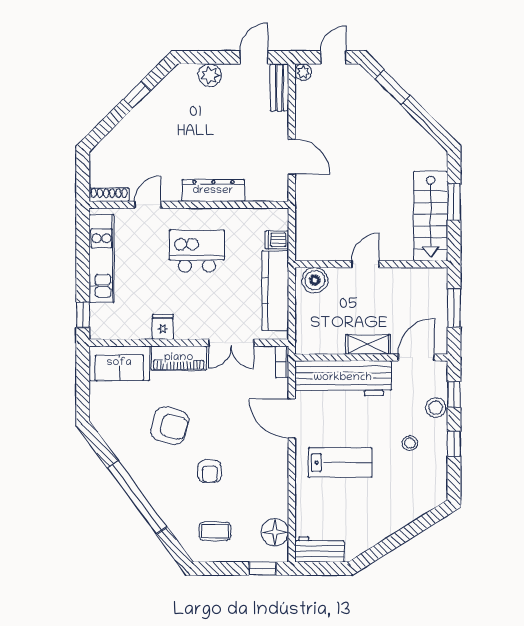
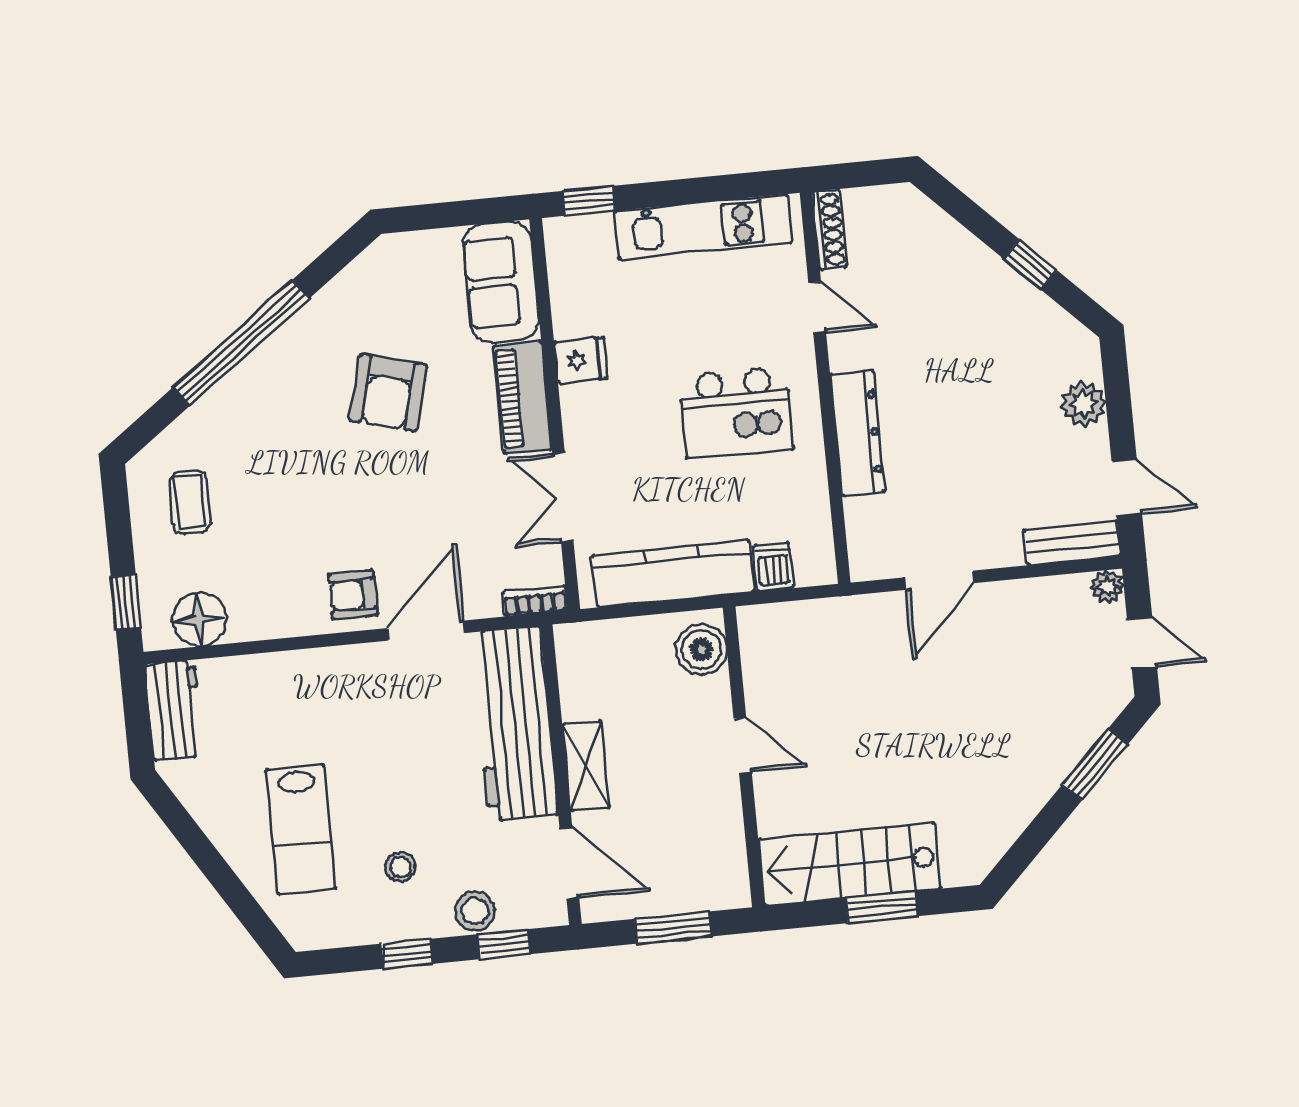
kitchen island: (197, 251) -> (736, 413), turned 90
lab bench: (340, 463) -> (301, 829), moved
armchair: (210, 471) -> (353, 595), moved

